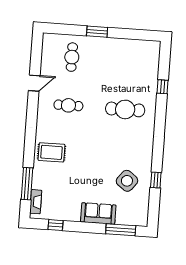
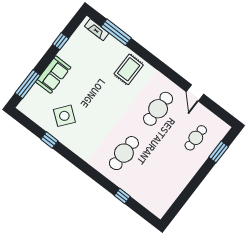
window: (97, 32) -> (219, 152), moved
cafe table: (72, 57) -> (196, 138), turned 90
cafe table: (68, 105) -> (158, 109), width x1.37, depth x1.35
window: (55, 225) -> (61, 41), moved

